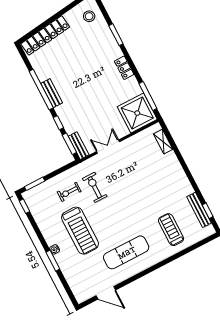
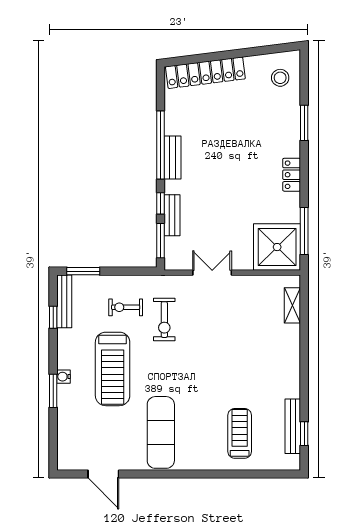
bench: (79, 146) -> (172, 215), moved
exercise bike: (95, 187) -> (164, 320), turned 180
window: (25, 206) -> (53, 317), moved
bench: (33, 207) -> (64, 301), added
exercise mat: (126, 252) -> (161, 432), turned 90

